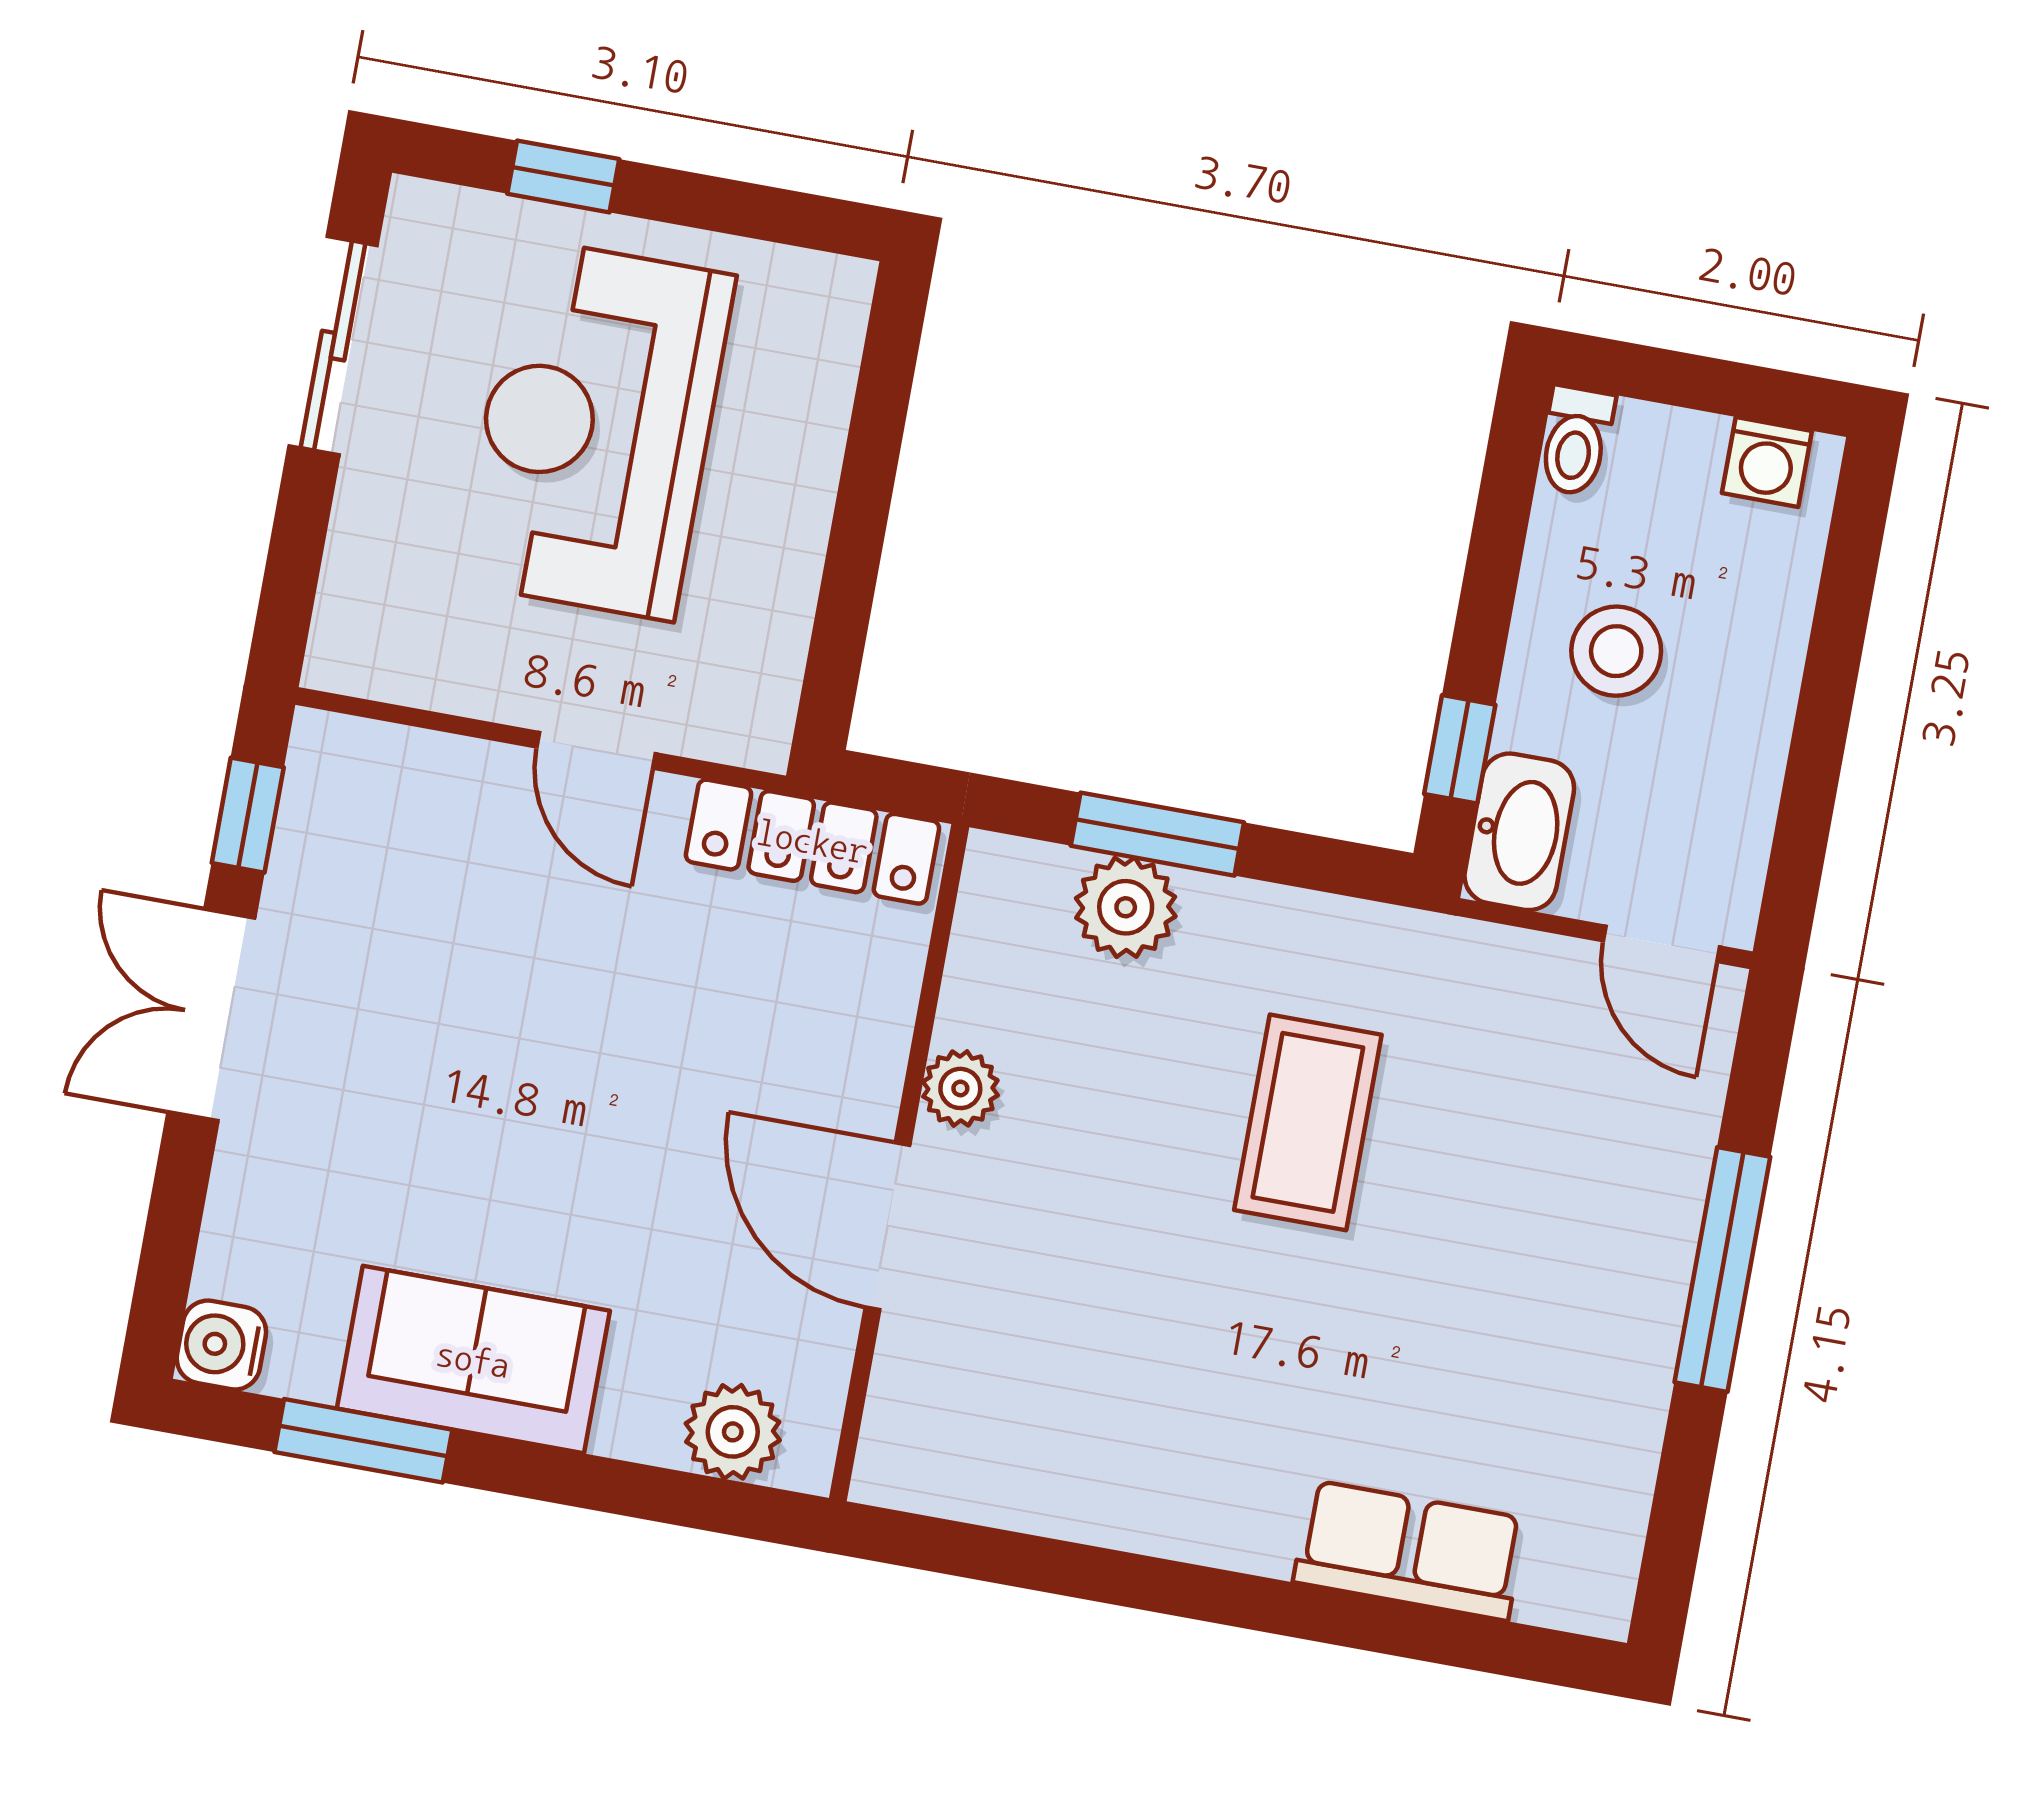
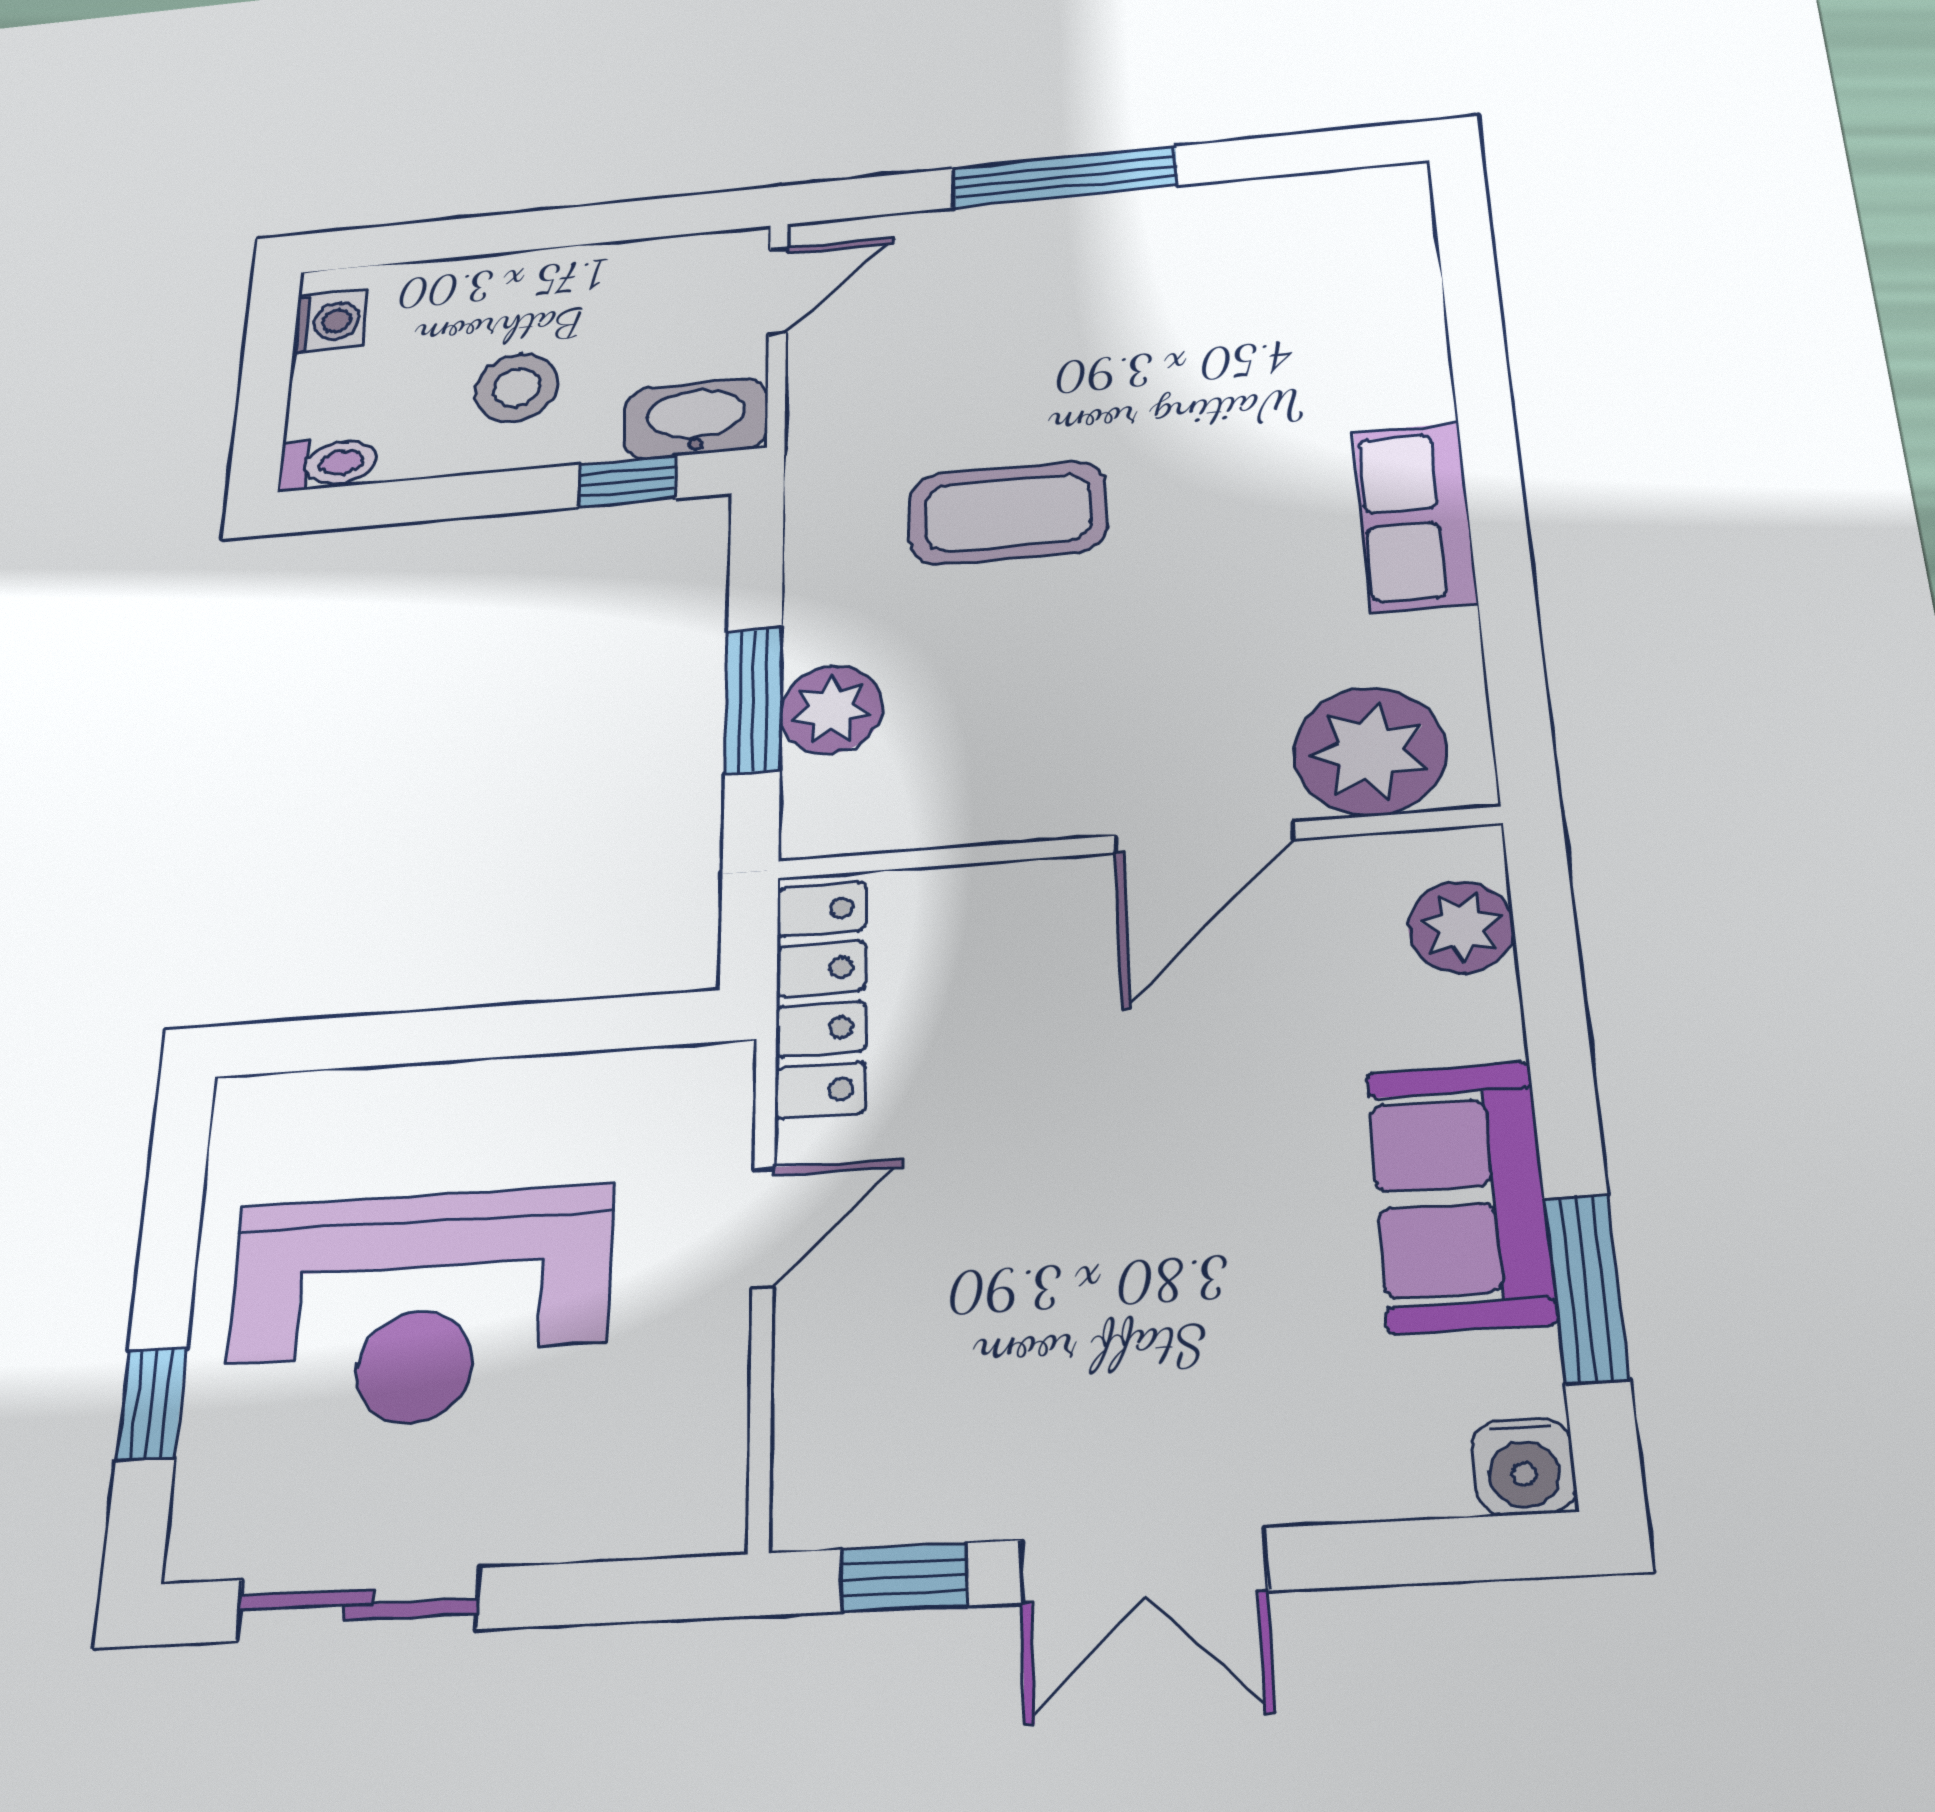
plant: (960, 1088) -> (1370, 751), moved, width x1.87, depth x1.87
row of seats: (1410, 1550) -> (1415, 517), moved

